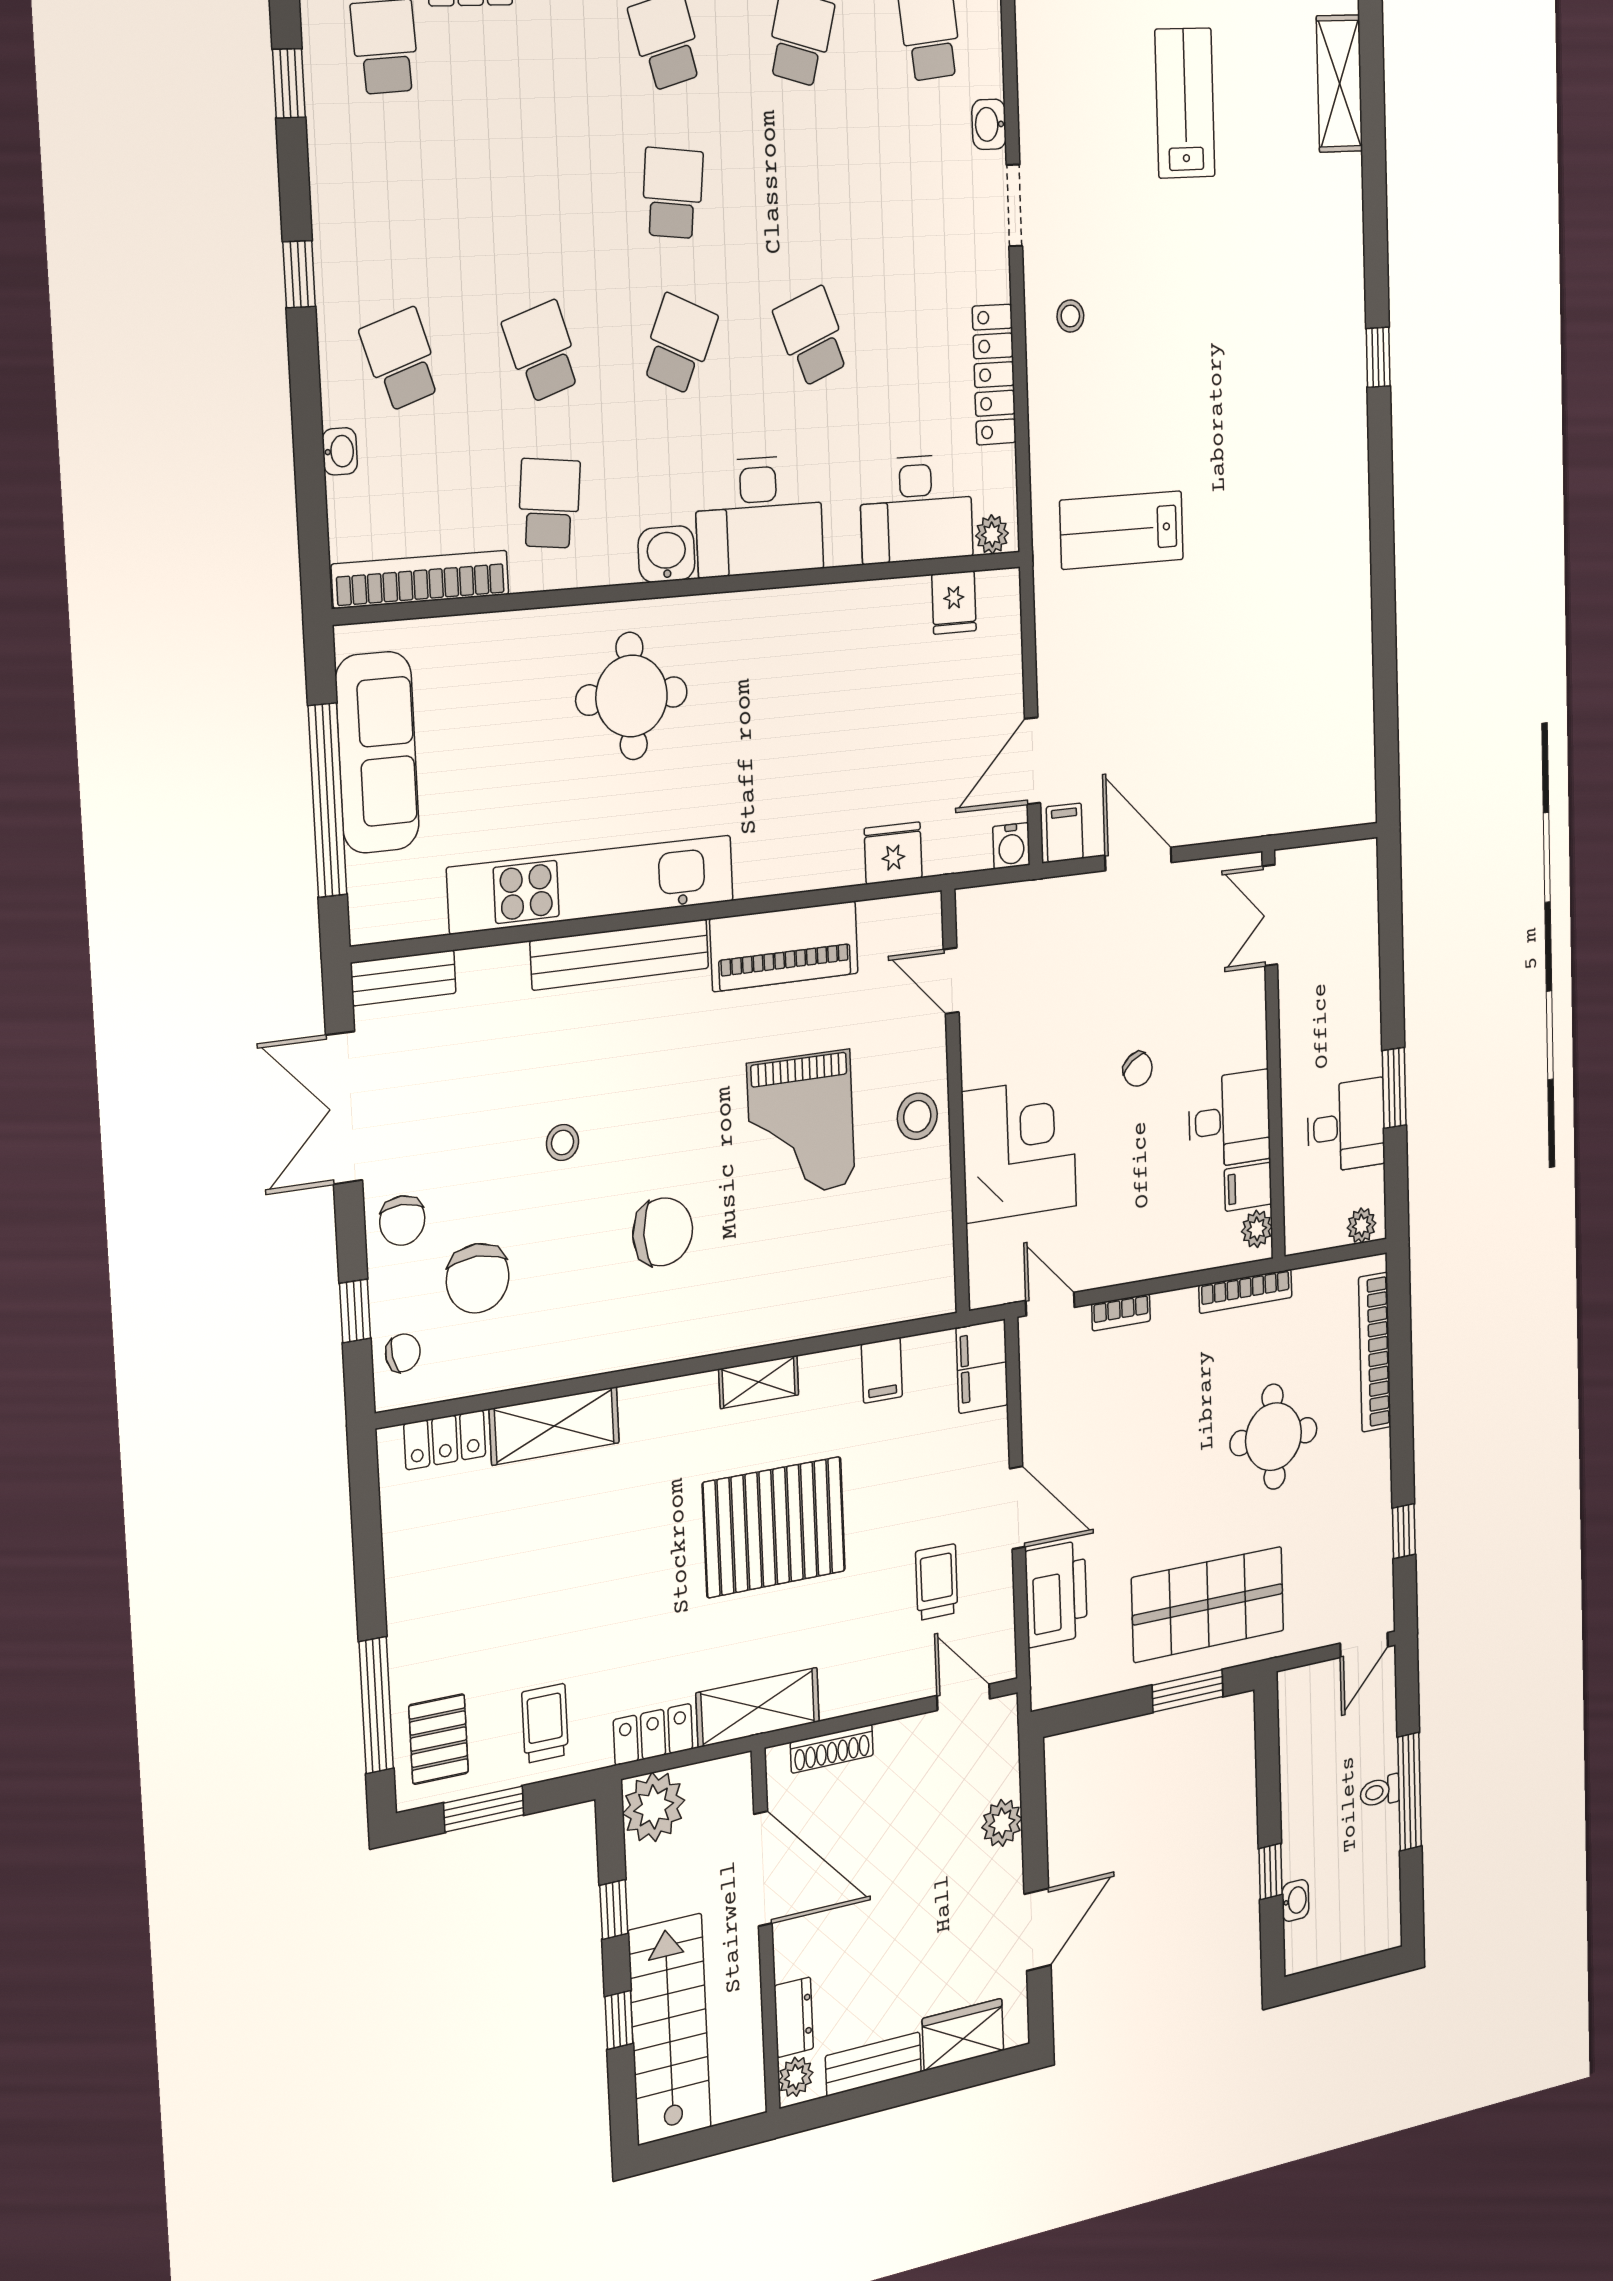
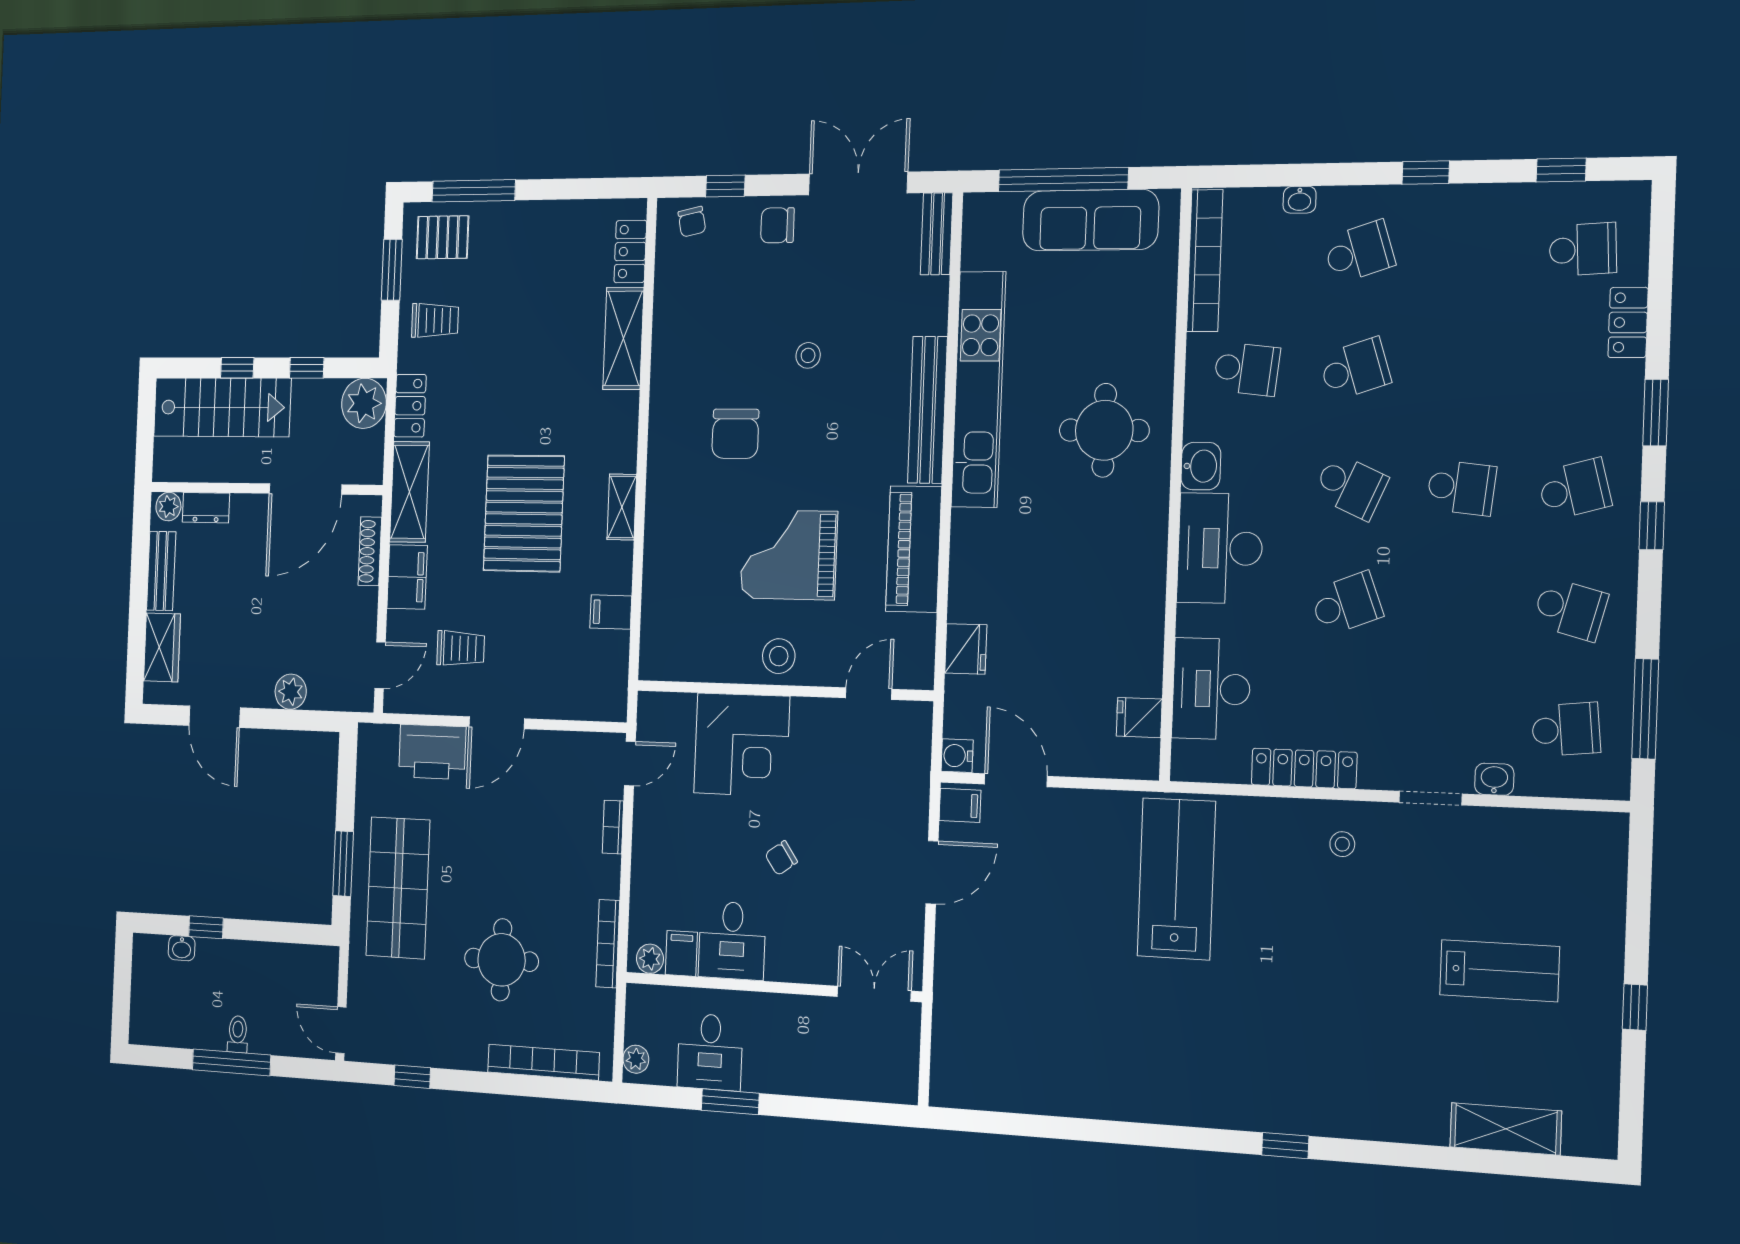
lab bench: (1122, 530) -> (1176, 879), width x1.36, depth x1.39
plant: (992, 534) -> (1185, 757), removed
chair: (478, 1278) -> (730, 283), removed
filing cabinet: (982, 1366) -> (407, 577), moved, turned 90

